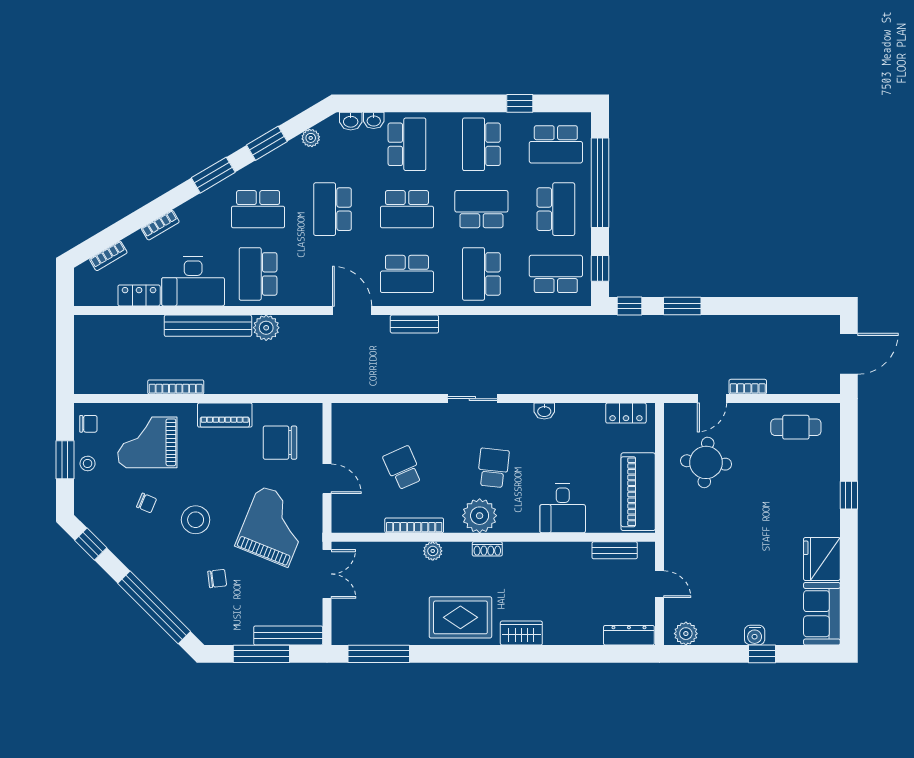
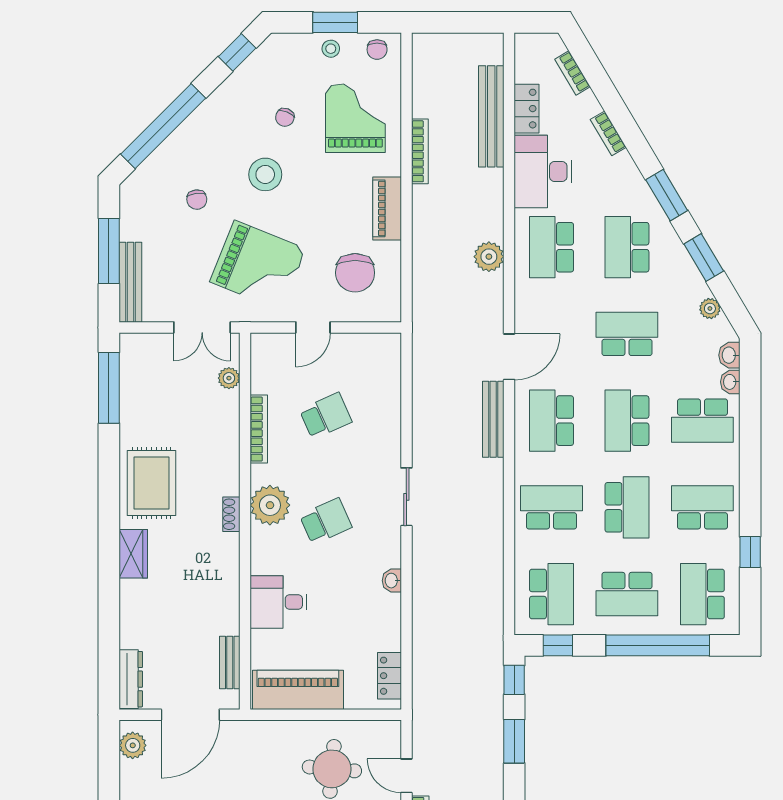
school desk: (258, 274) -> (551, 247), turned -90
bench: (414, 324) -> (493, 419), width x1.36
bench: (208, 326) -> (491, 116), moved
chair: (280, 443) -> (355, 273), turned 180
school desk: (493, 468) -> (326, 521), turned -30
plant: (433, 551) -> (229, 378), moved
door: (659, 584) -> (190, 715), width x1.88

